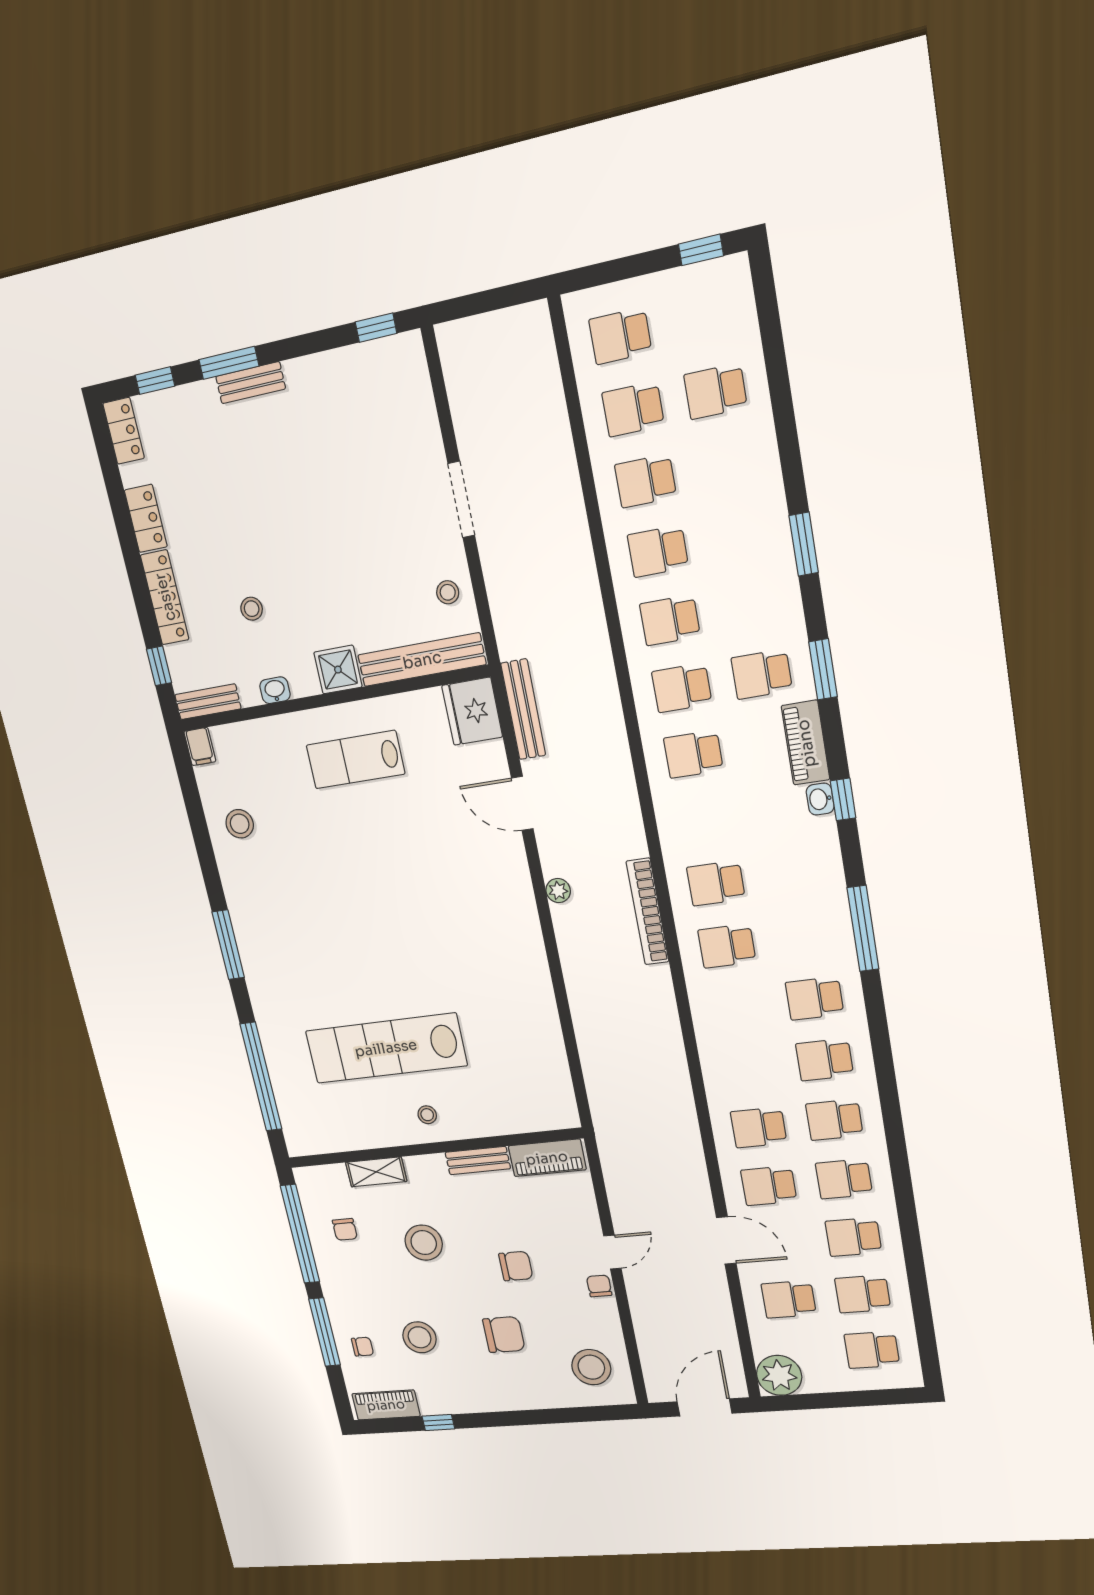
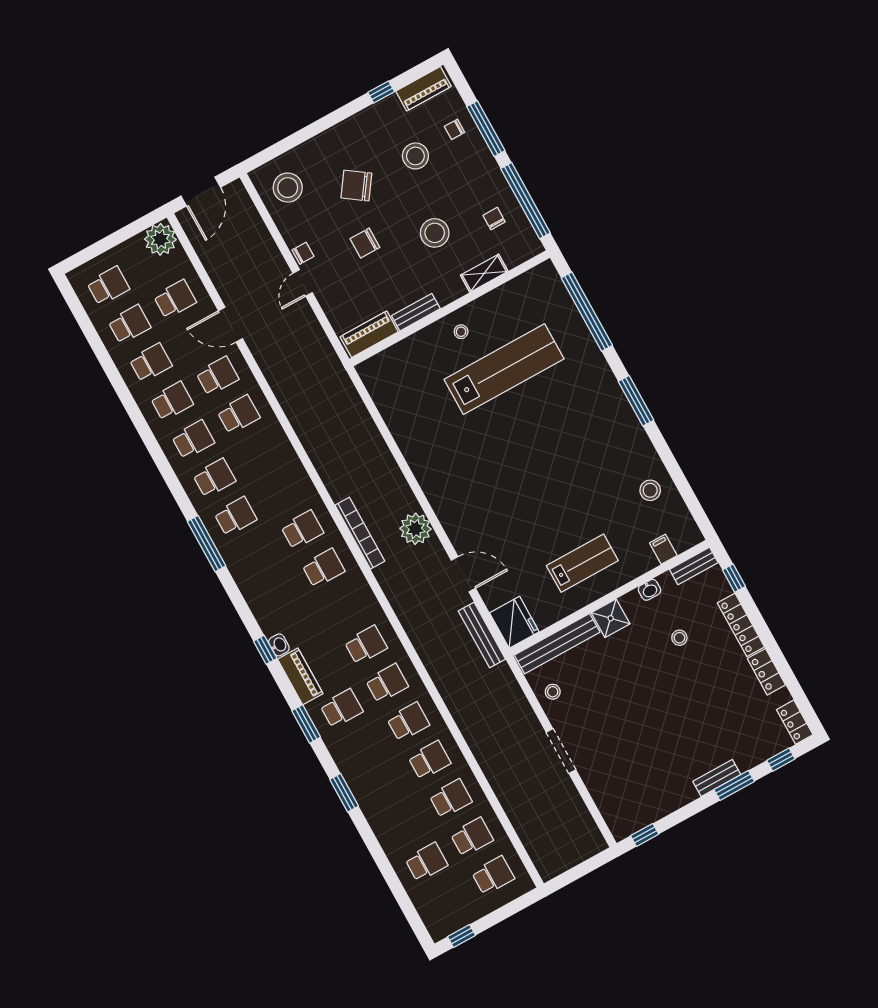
filing cabinet: (200, 746) -> (663, 549), moved
plant: (558, 891) -> (415, 529), width x1.88, depth x1.88
window: (863, 929) -> (207, 544), moved
chair: (599, 1286) -> (303, 253), turned -90
chair: (504, 1335) -> (356, 186), turned 35

